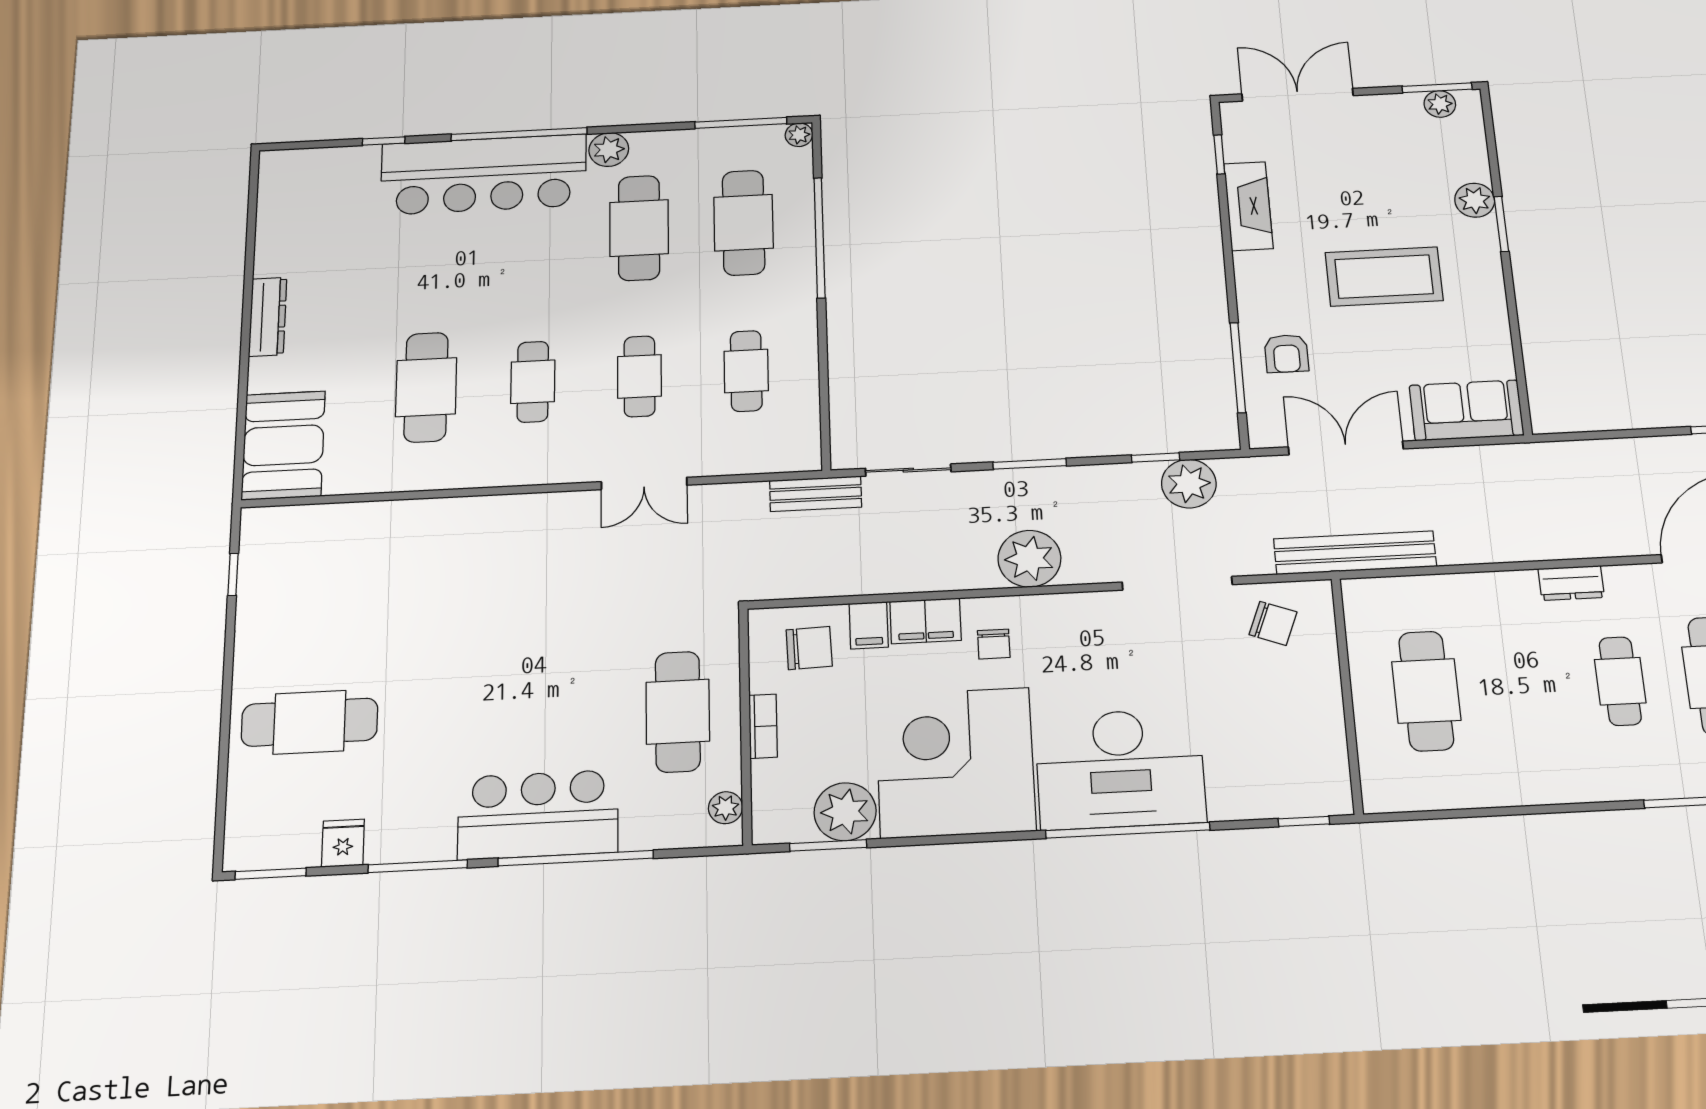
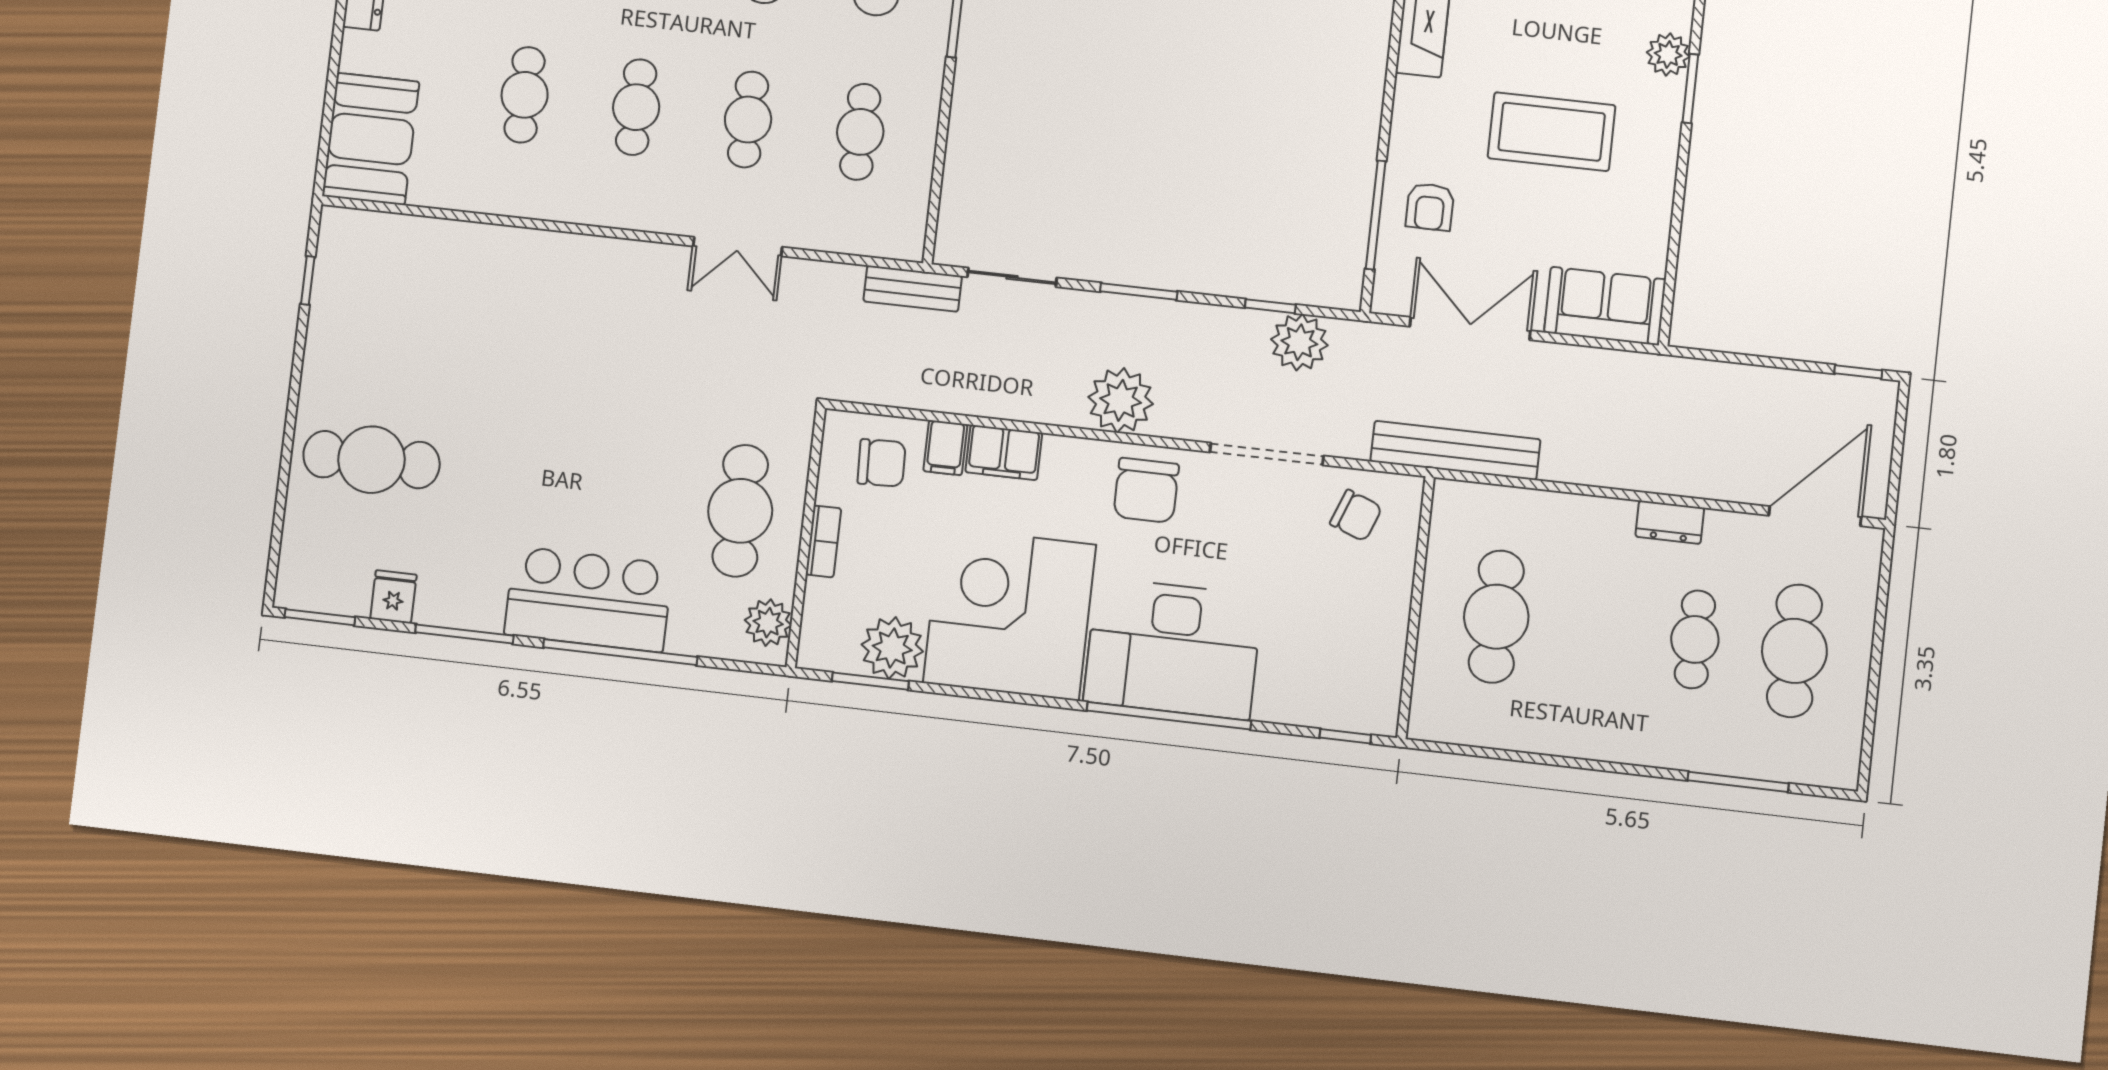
cafe table: (426, 387) -> (525, 95), width x0.73, depth x0.74
chair: (994, 644) -> (1146, 490), moved, width x1.87, depth x1.87
plant: (726, 808) -> (768, 623), width x1.38, depth x1.38

